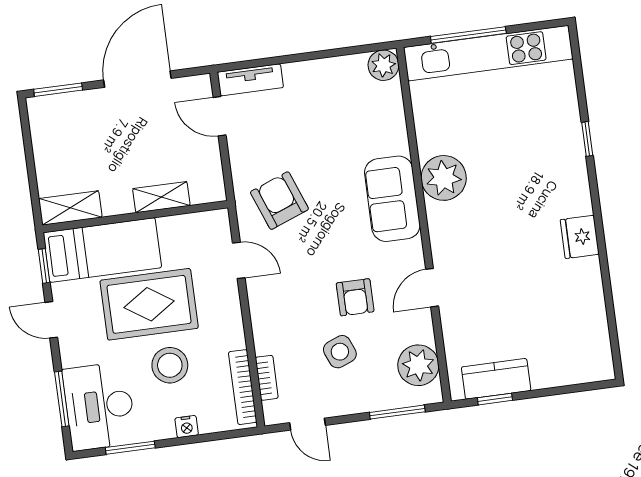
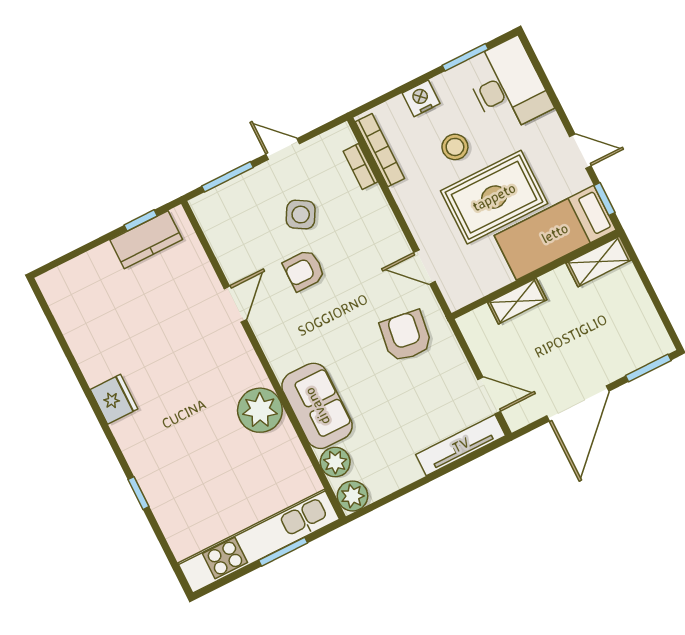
window: (468, 35) -> (283, 552), width x0.69
tv unit: (250, 80) -> (461, 445), width x1.41
sofa: (392, 199) -> (317, 406), moved
armchair: (279, 201) -> (406, 336), turned -151
armchair: (355, 297) -> (304, 270), turned -90
side table: (340, 352) -> (301, 215), turned -38
stool: (170, 365) -> (455, 147), width x0.73, depth x0.73
plant: (418, 365) -> (335, 462), moved, width x0.73, depth x0.73
window: (62, 399) -> (545, 81), removed
door: (307, 424) -> (283, 149), moved
nightstand: (187, 427) -> (421, 98), width x1.39, depth x1.35

